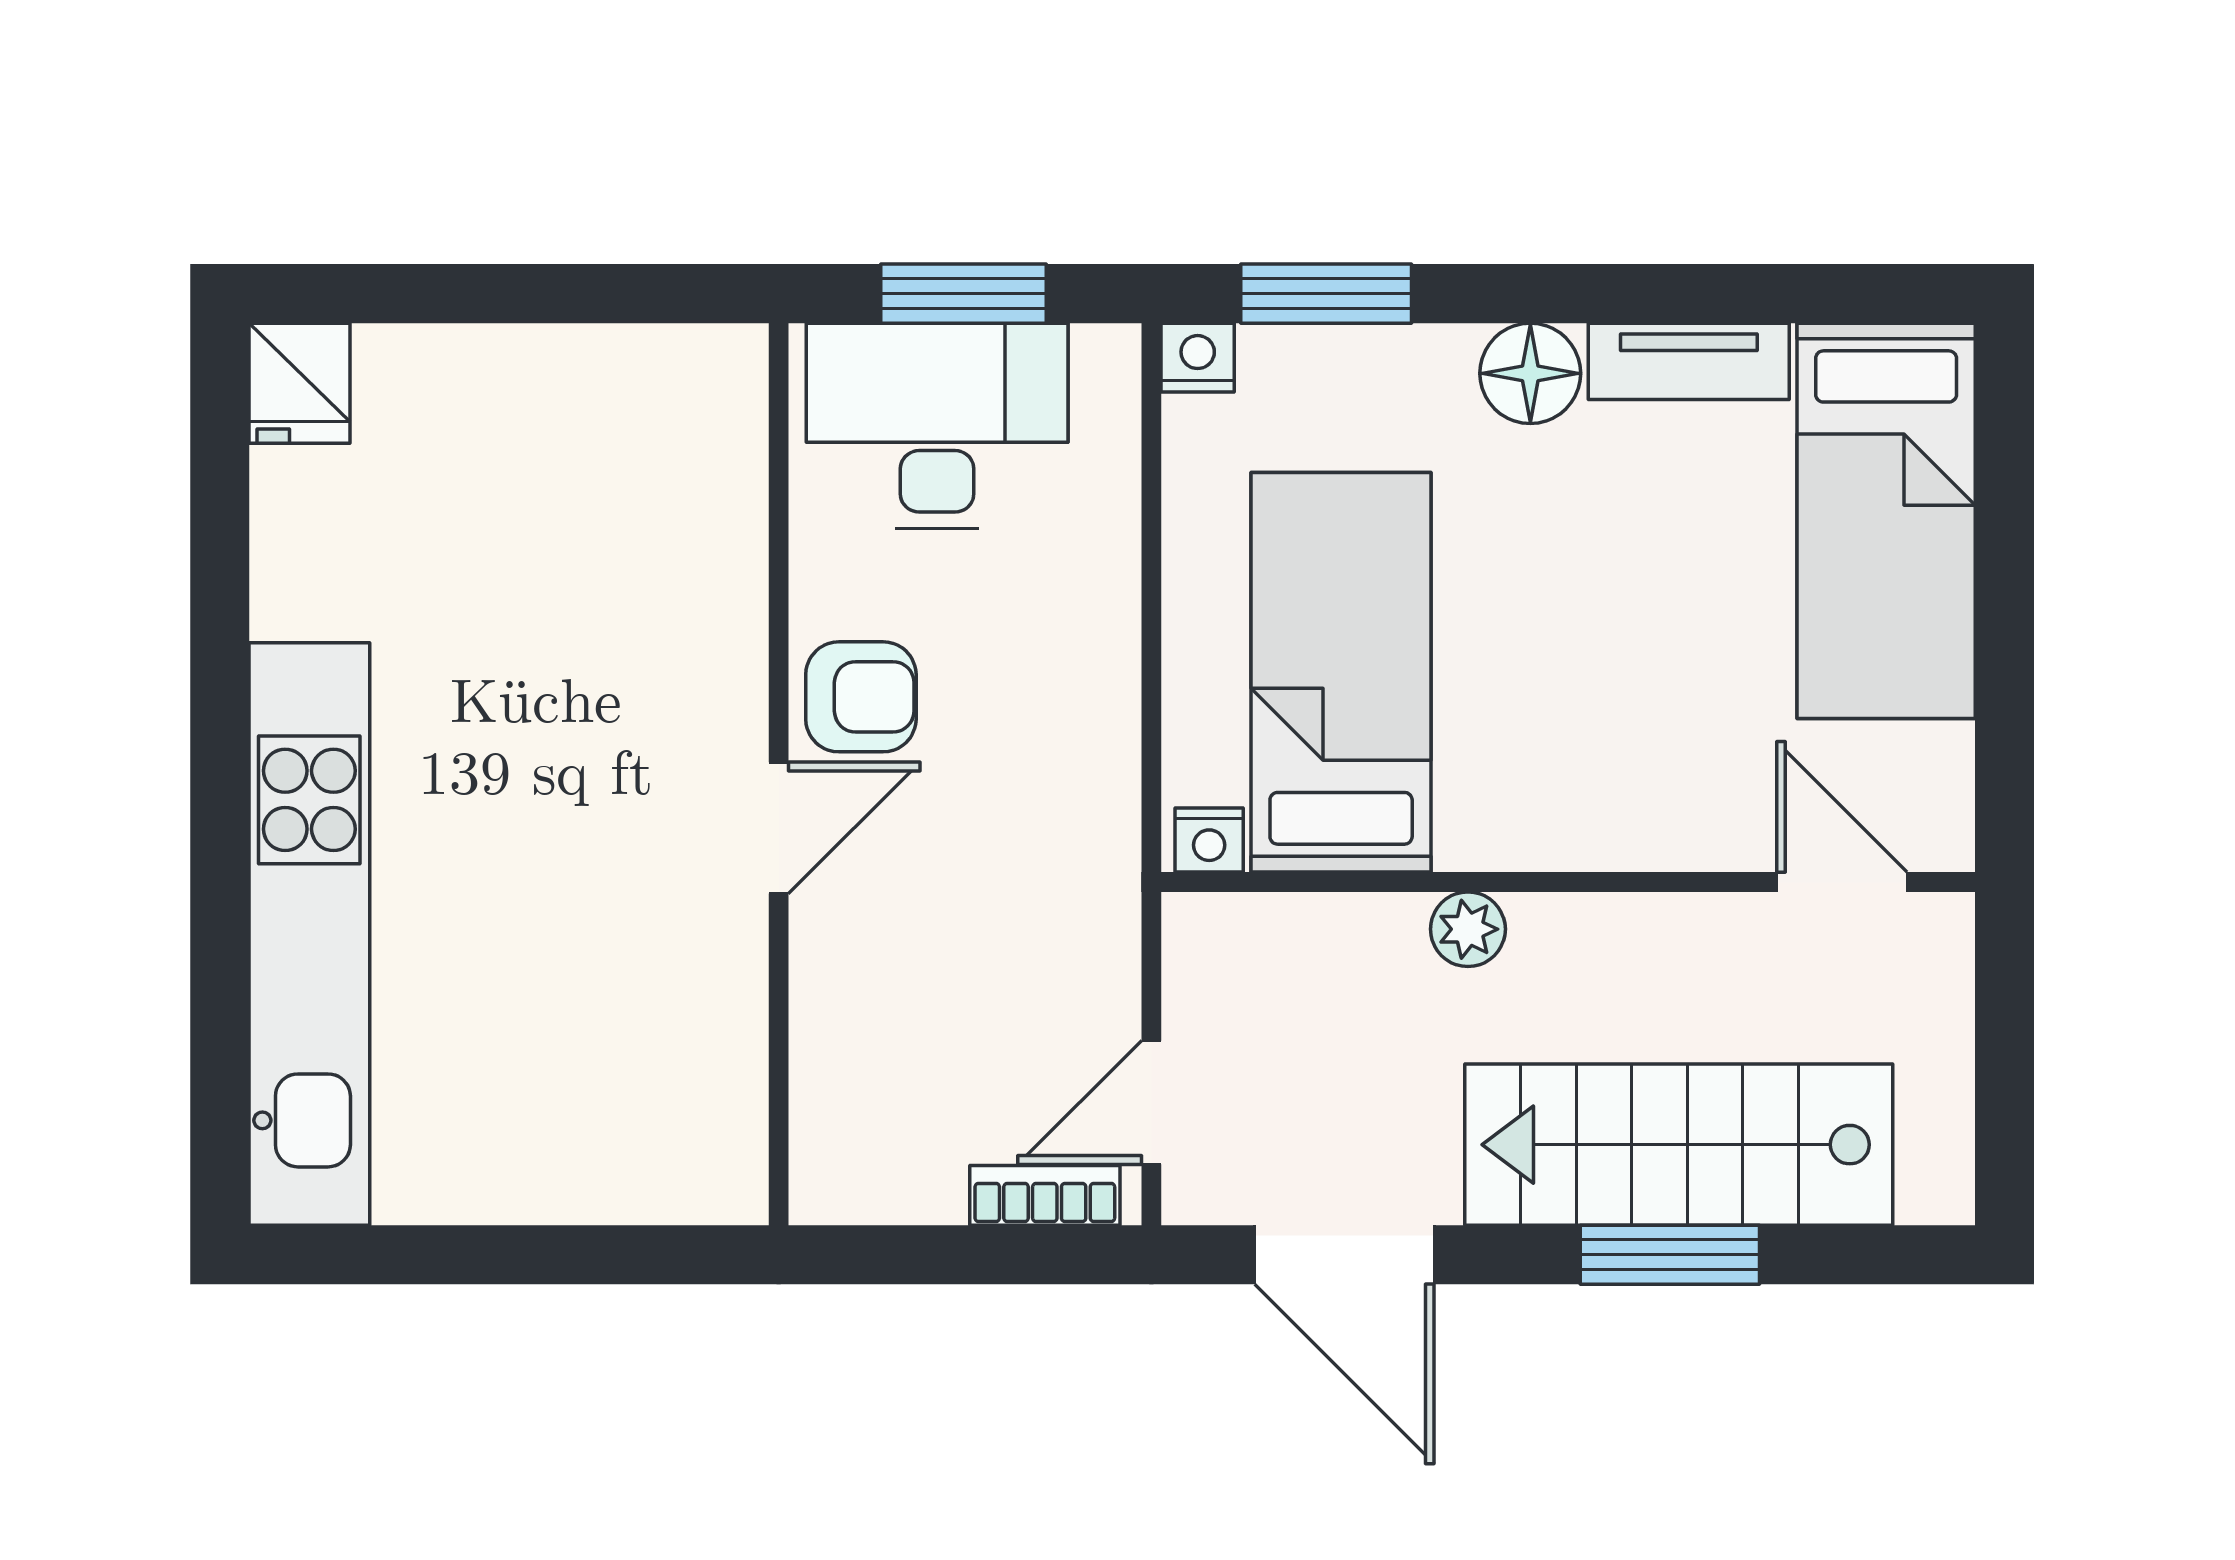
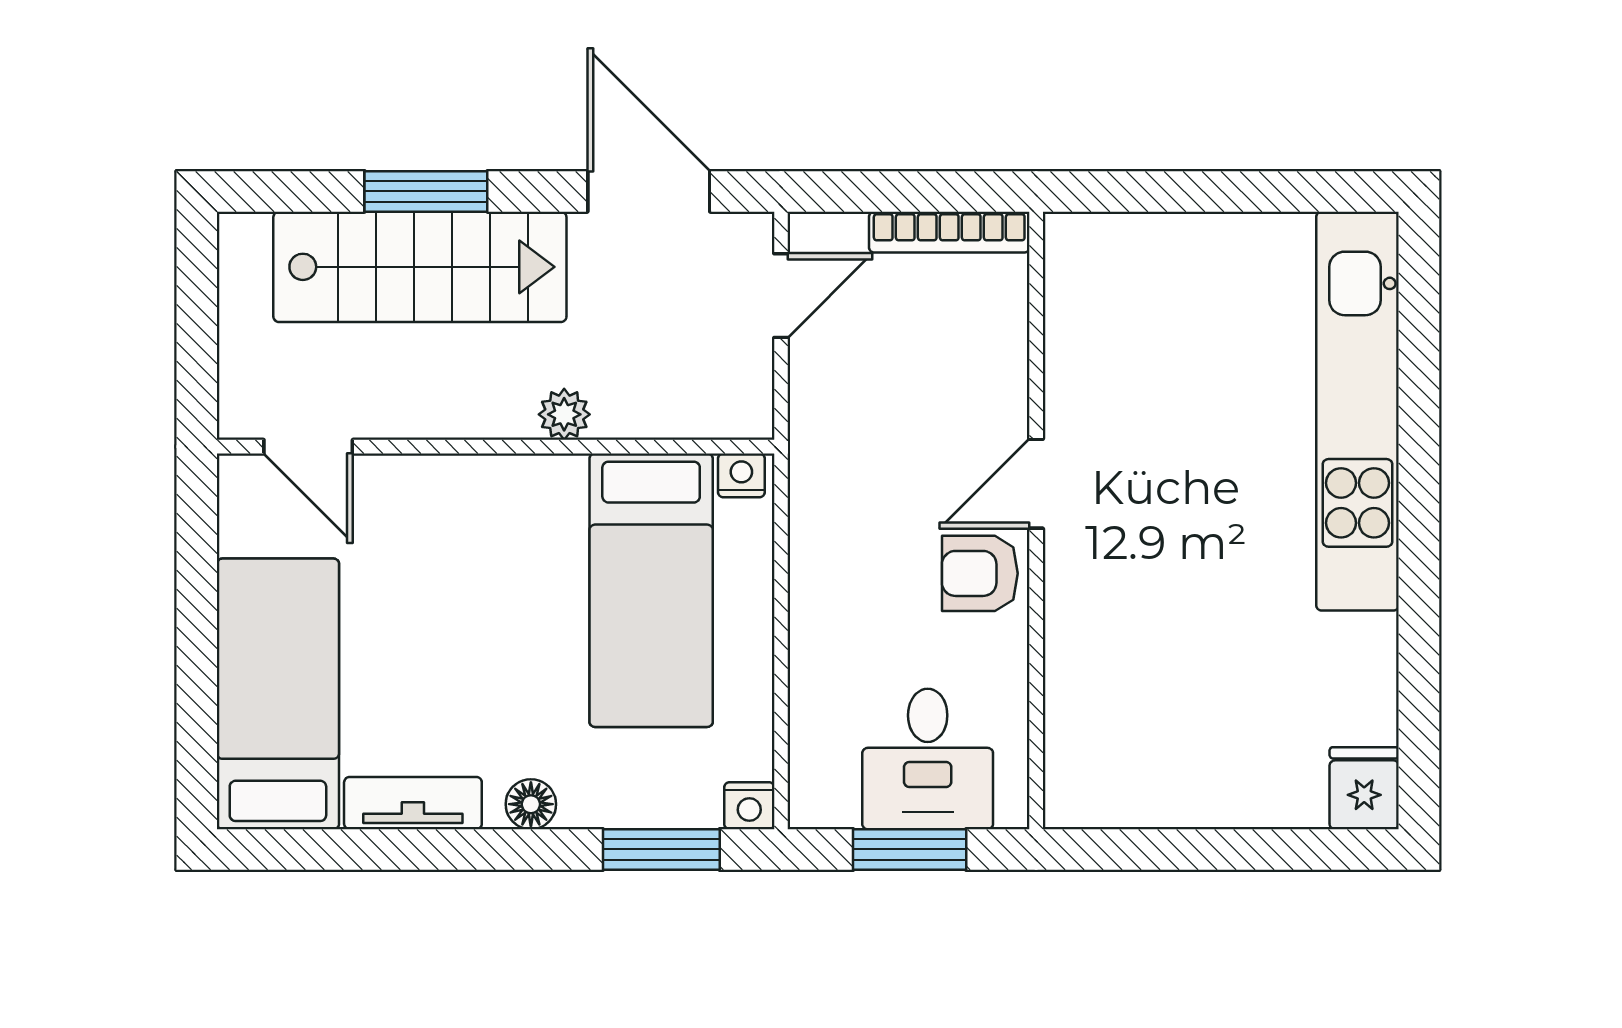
floor lamp: (1530, 373) -> (531, 804), width x0.73, depth x0.73
desk: (937, 426) -> (928, 759), width x0.73
bookcase: (1045, 1195) -> (949, 232), moved, width x1.56

